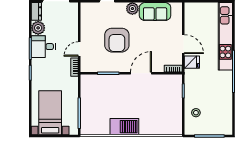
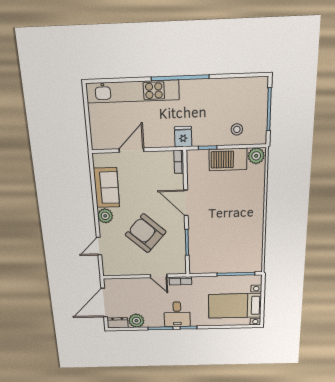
armchair: (117, 40) -> (146, 233), turned -138
door: (183, 44) -> (132, 150), moved
desk: (43, 47) -> (177, 314), moved
fridge: (192, 62) -> (183, 137), moved
barbecue: (124, 127) -> (228, 159), moved, turned -90
plant: (176, 128) -> (256, 156), added

